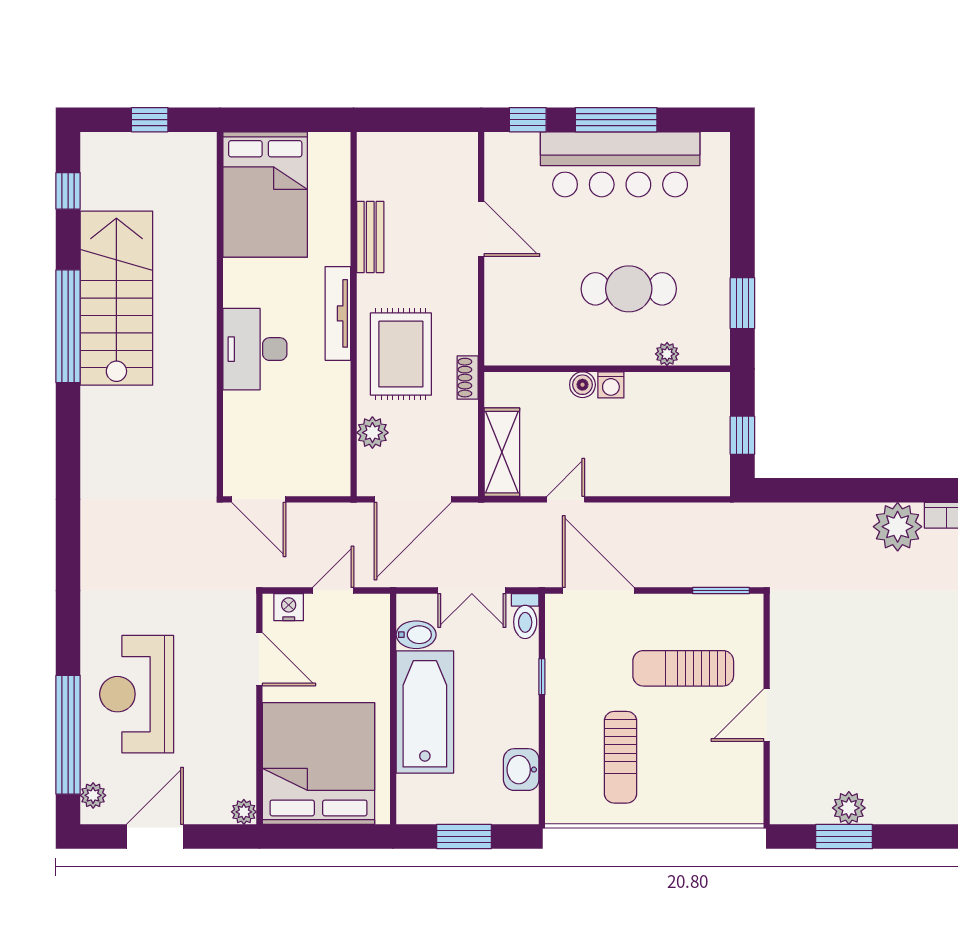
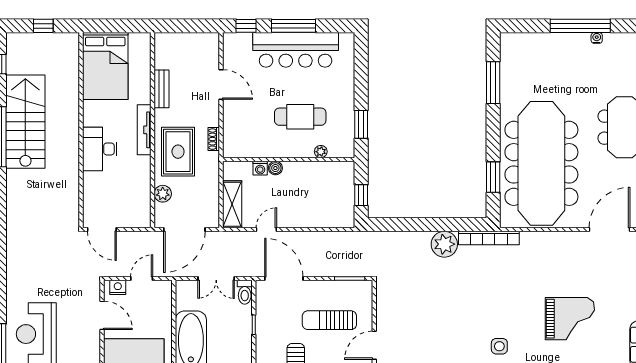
shoe rack: (468, 378) -> (214, 139), moved
washing machine: (611, 385) -> (260, 168), moved
bidet: (416, 635) -> (186, 302), removed

